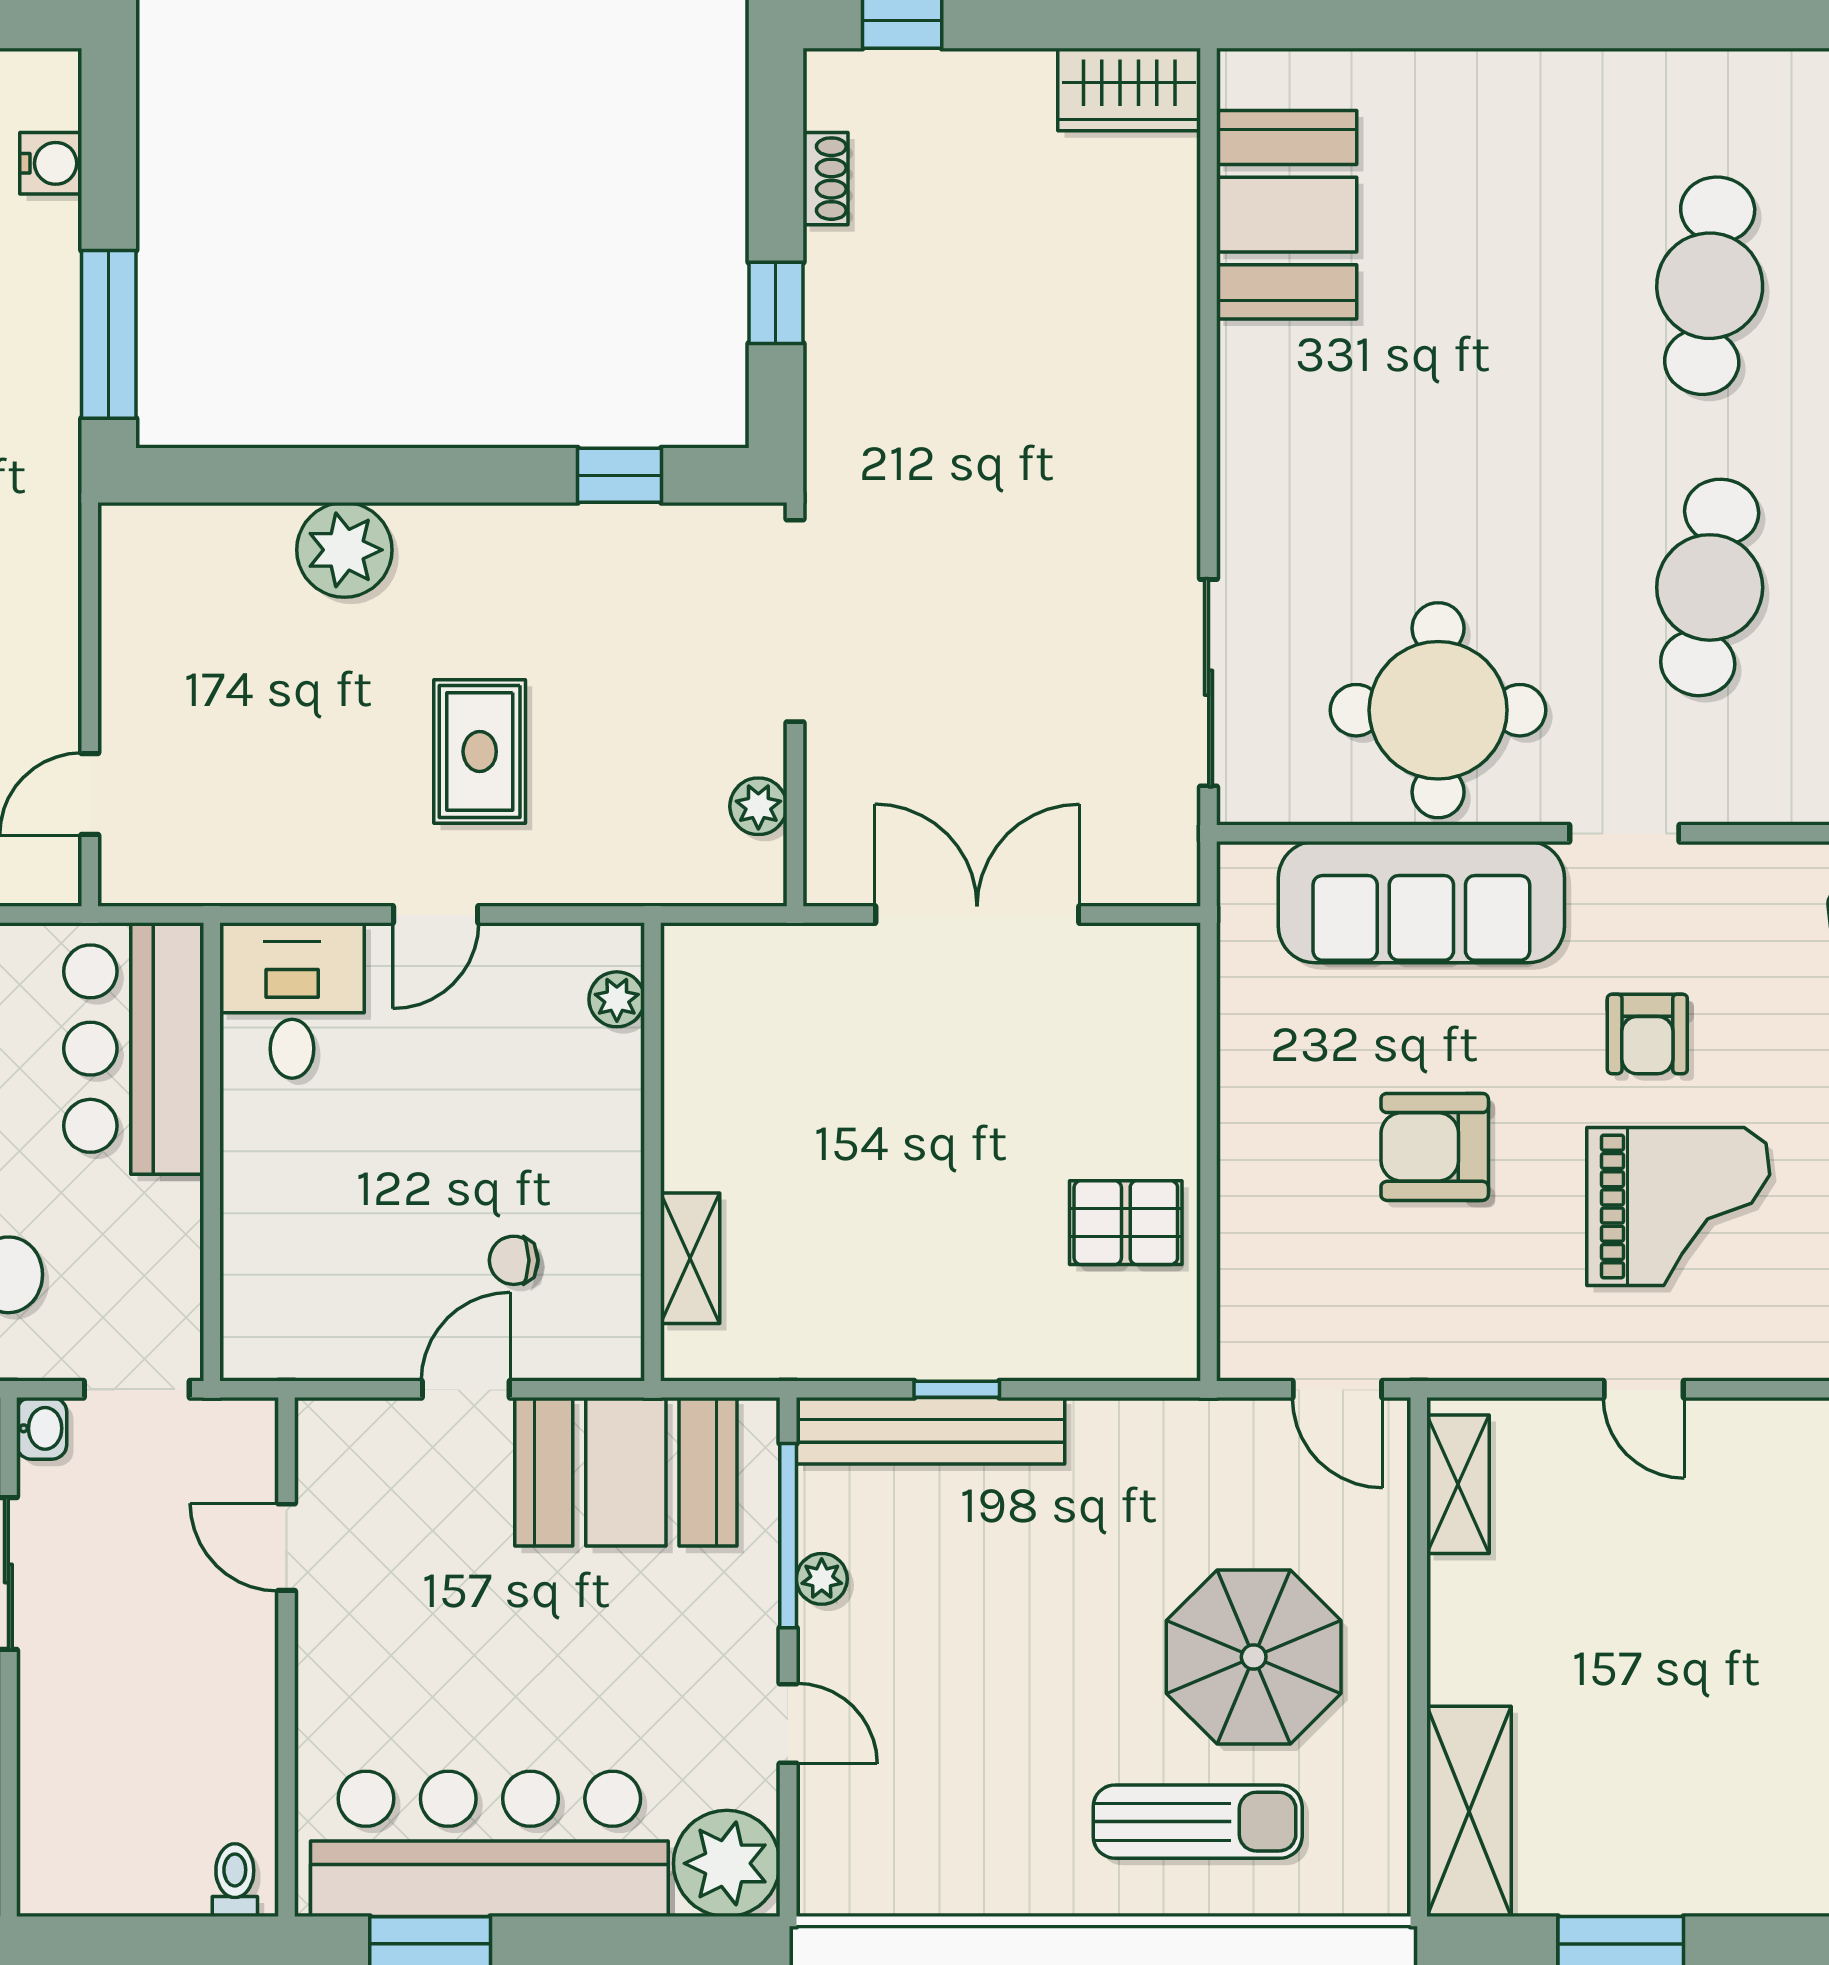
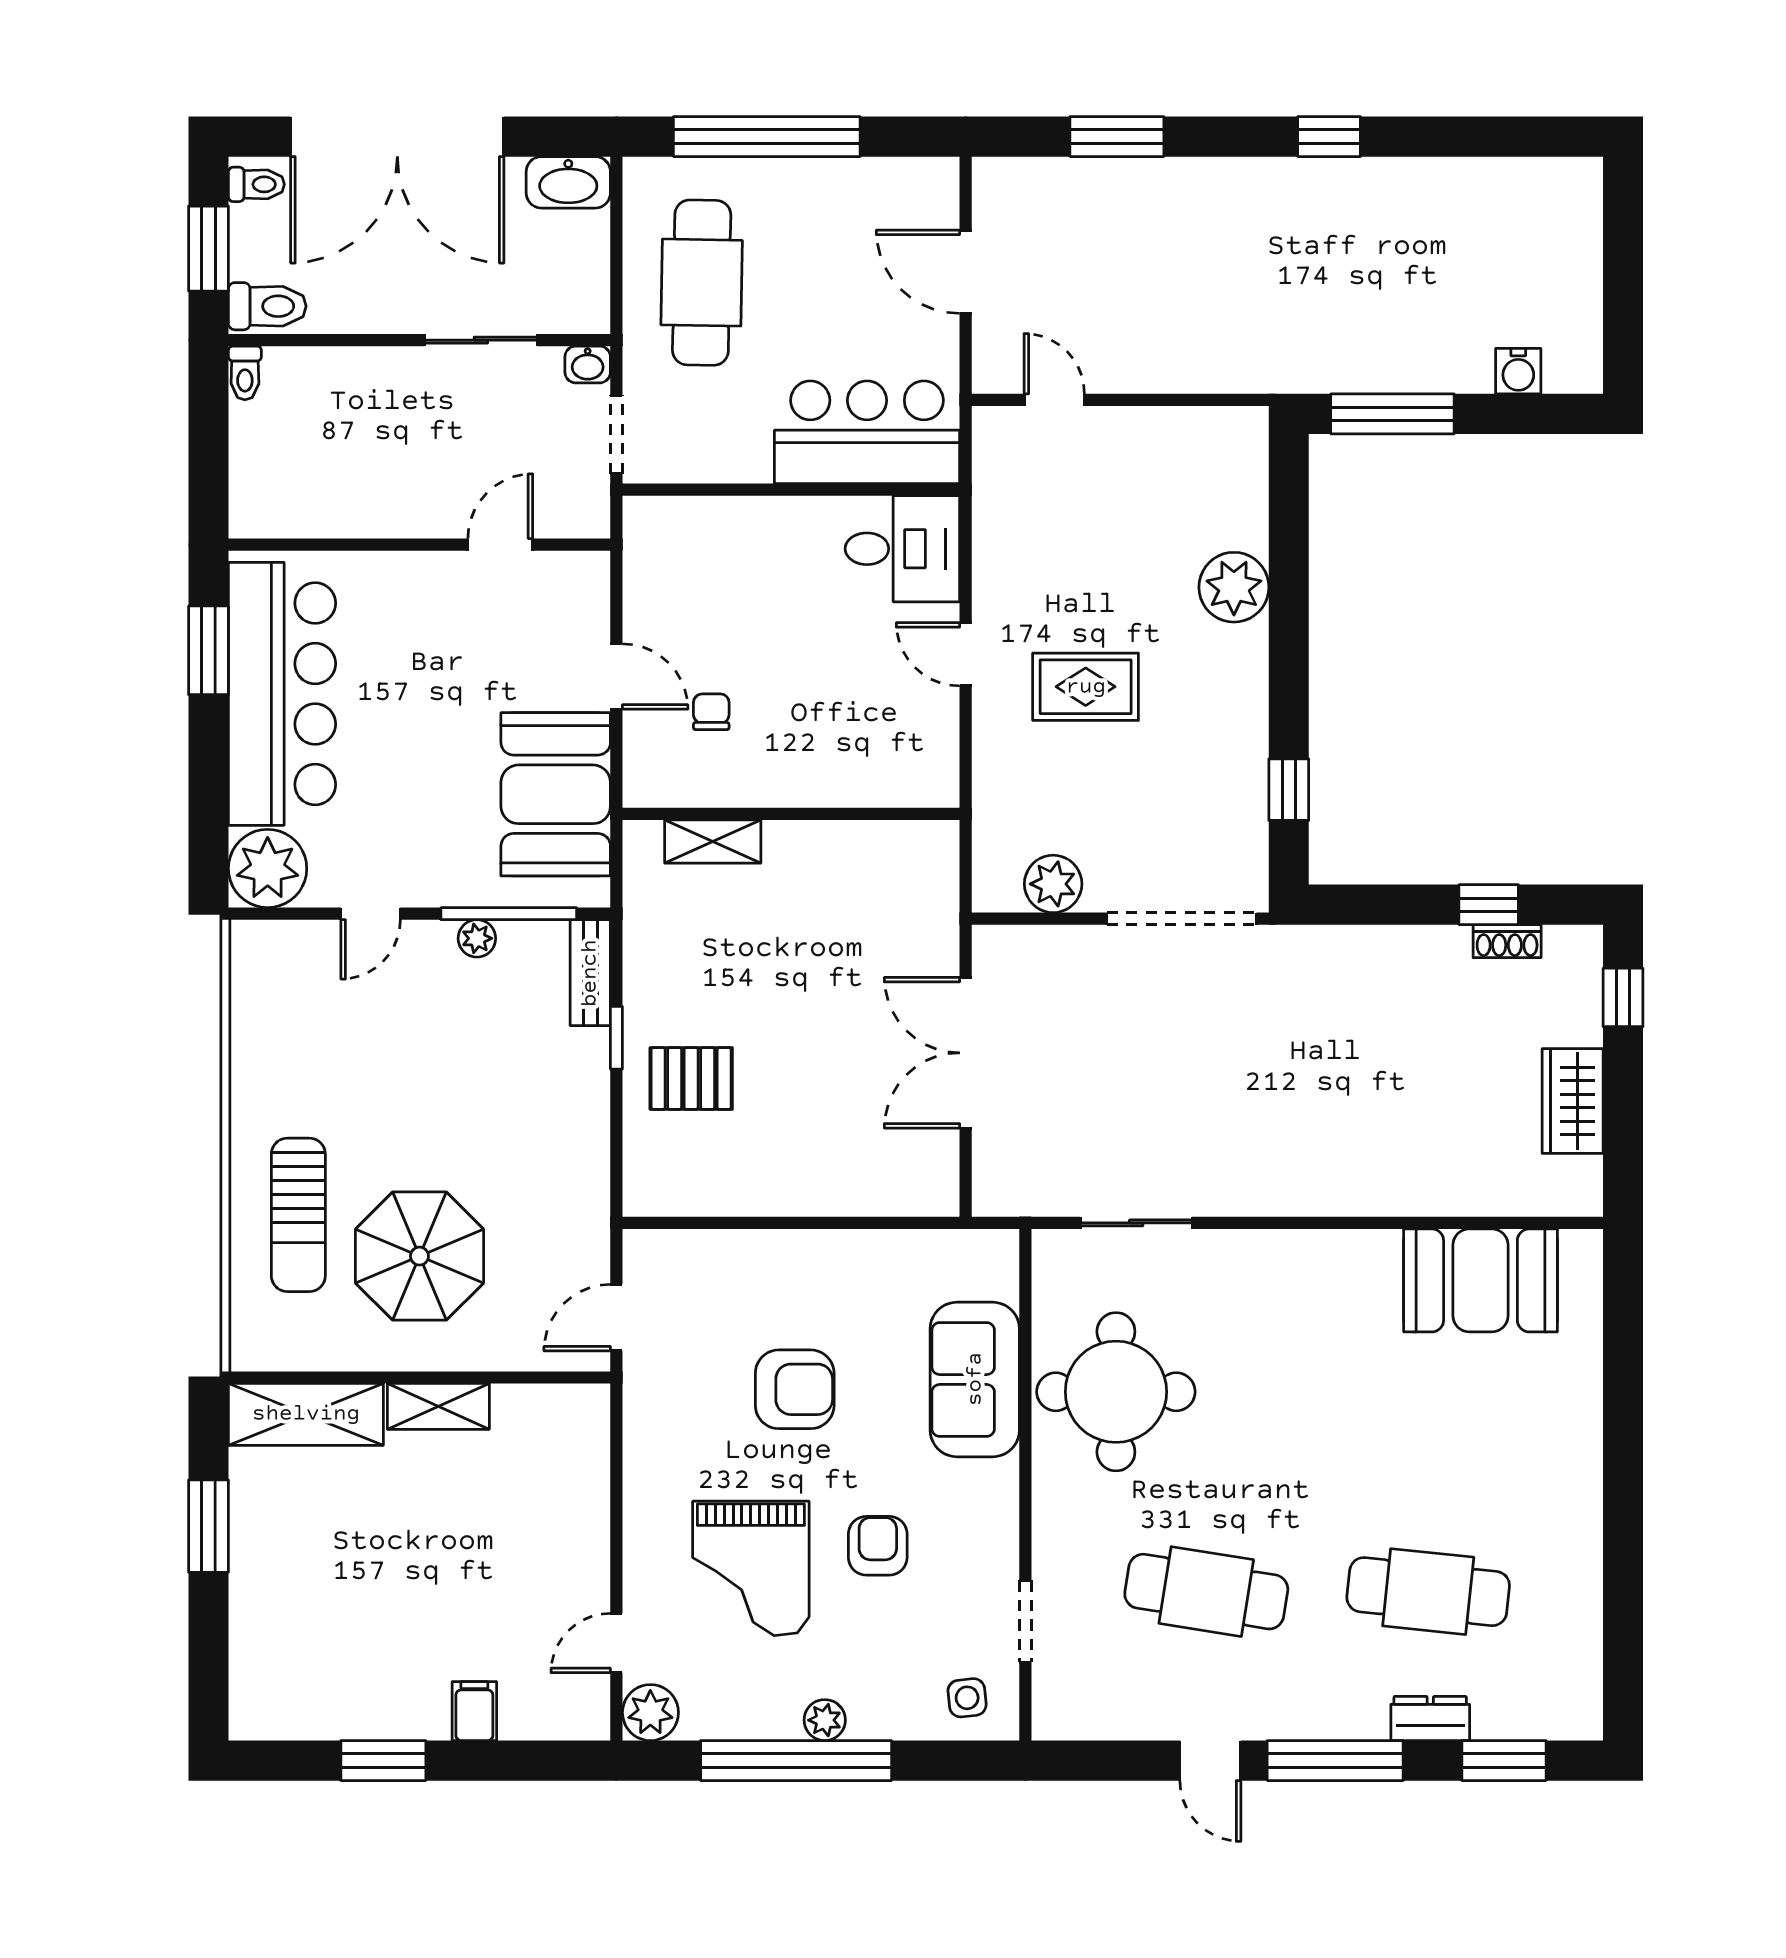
wardrobe: (1129, 89) -> (1573, 1101), moved
window: (776, 303) -> (1489, 905), moved
sliding door: (1209, 683) -> (1136, 1223), width x0.73
plant: (758, 806) -> (1053, 884), width x1.38, depth x1.38
doorway: (1624, 833) -> (1025, 1621), moved
sofa: (1421, 902) -> (975, 1379), width x0.73
double door: (977, 915) -> (966, 1053), swing flipped
plant: (617, 999) -> (903, 788), removed
armchair: (1647, 1034) -> (878, 1546), turned 90
armchair: (1435, 1147) -> (795, 1389), turned 90
pallet: (1126, 1223) -> (691, 1078), moved, turned 90
door: (1644, 1389) -> (616, 1643), moved
bench: (930, 1431) -> (590, 973), width x0.54, depth x0.82
shelving: (1458, 1484) -> (438, 1406), moved
toilet: (235, 1880) -> (245, 373), moved, turned 90

